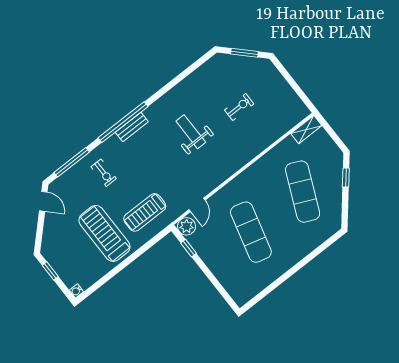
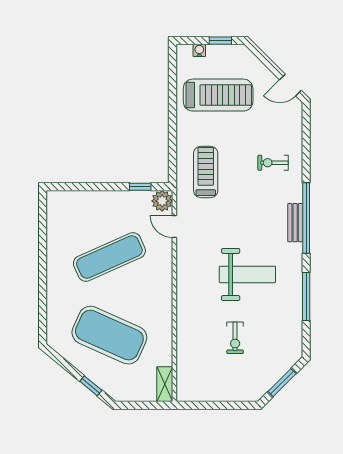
weight bench: (191, 132) -> (247, 274), width x1.36, depth x1.33
window: (72, 162) -> (306, 297), moved
exercise mat: (303, 192) -> (109, 335), width x1.47
exercise mat: (251, 232) -> (109, 257), turned -39
treadmill: (104, 233) -> (218, 95), moved
water cooler: (76, 291) -> (199, 50), moved

